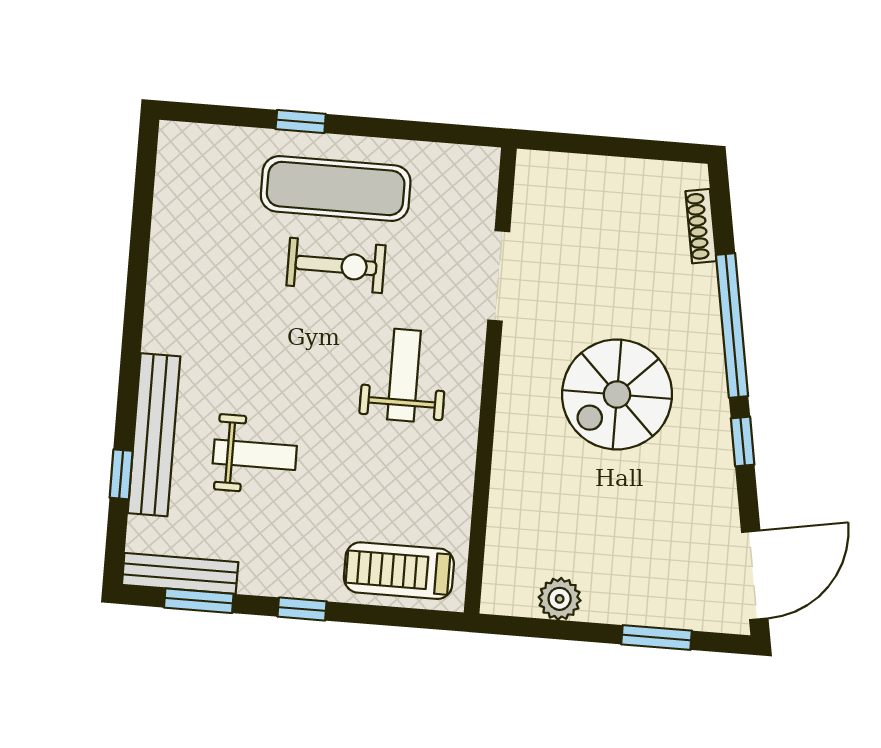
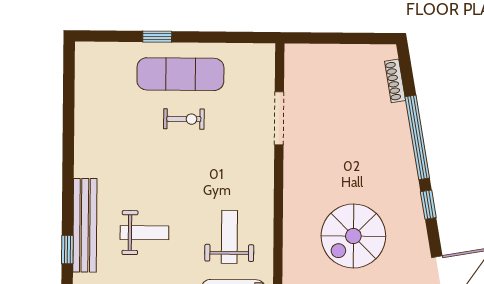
exercise bike: (336, 265) -> (184, 119), width x0.73, depth x0.72
weight bench: (404, 375) -> (229, 237), moved
spiral stairs: (617, 394) -> (353, 236), moved

